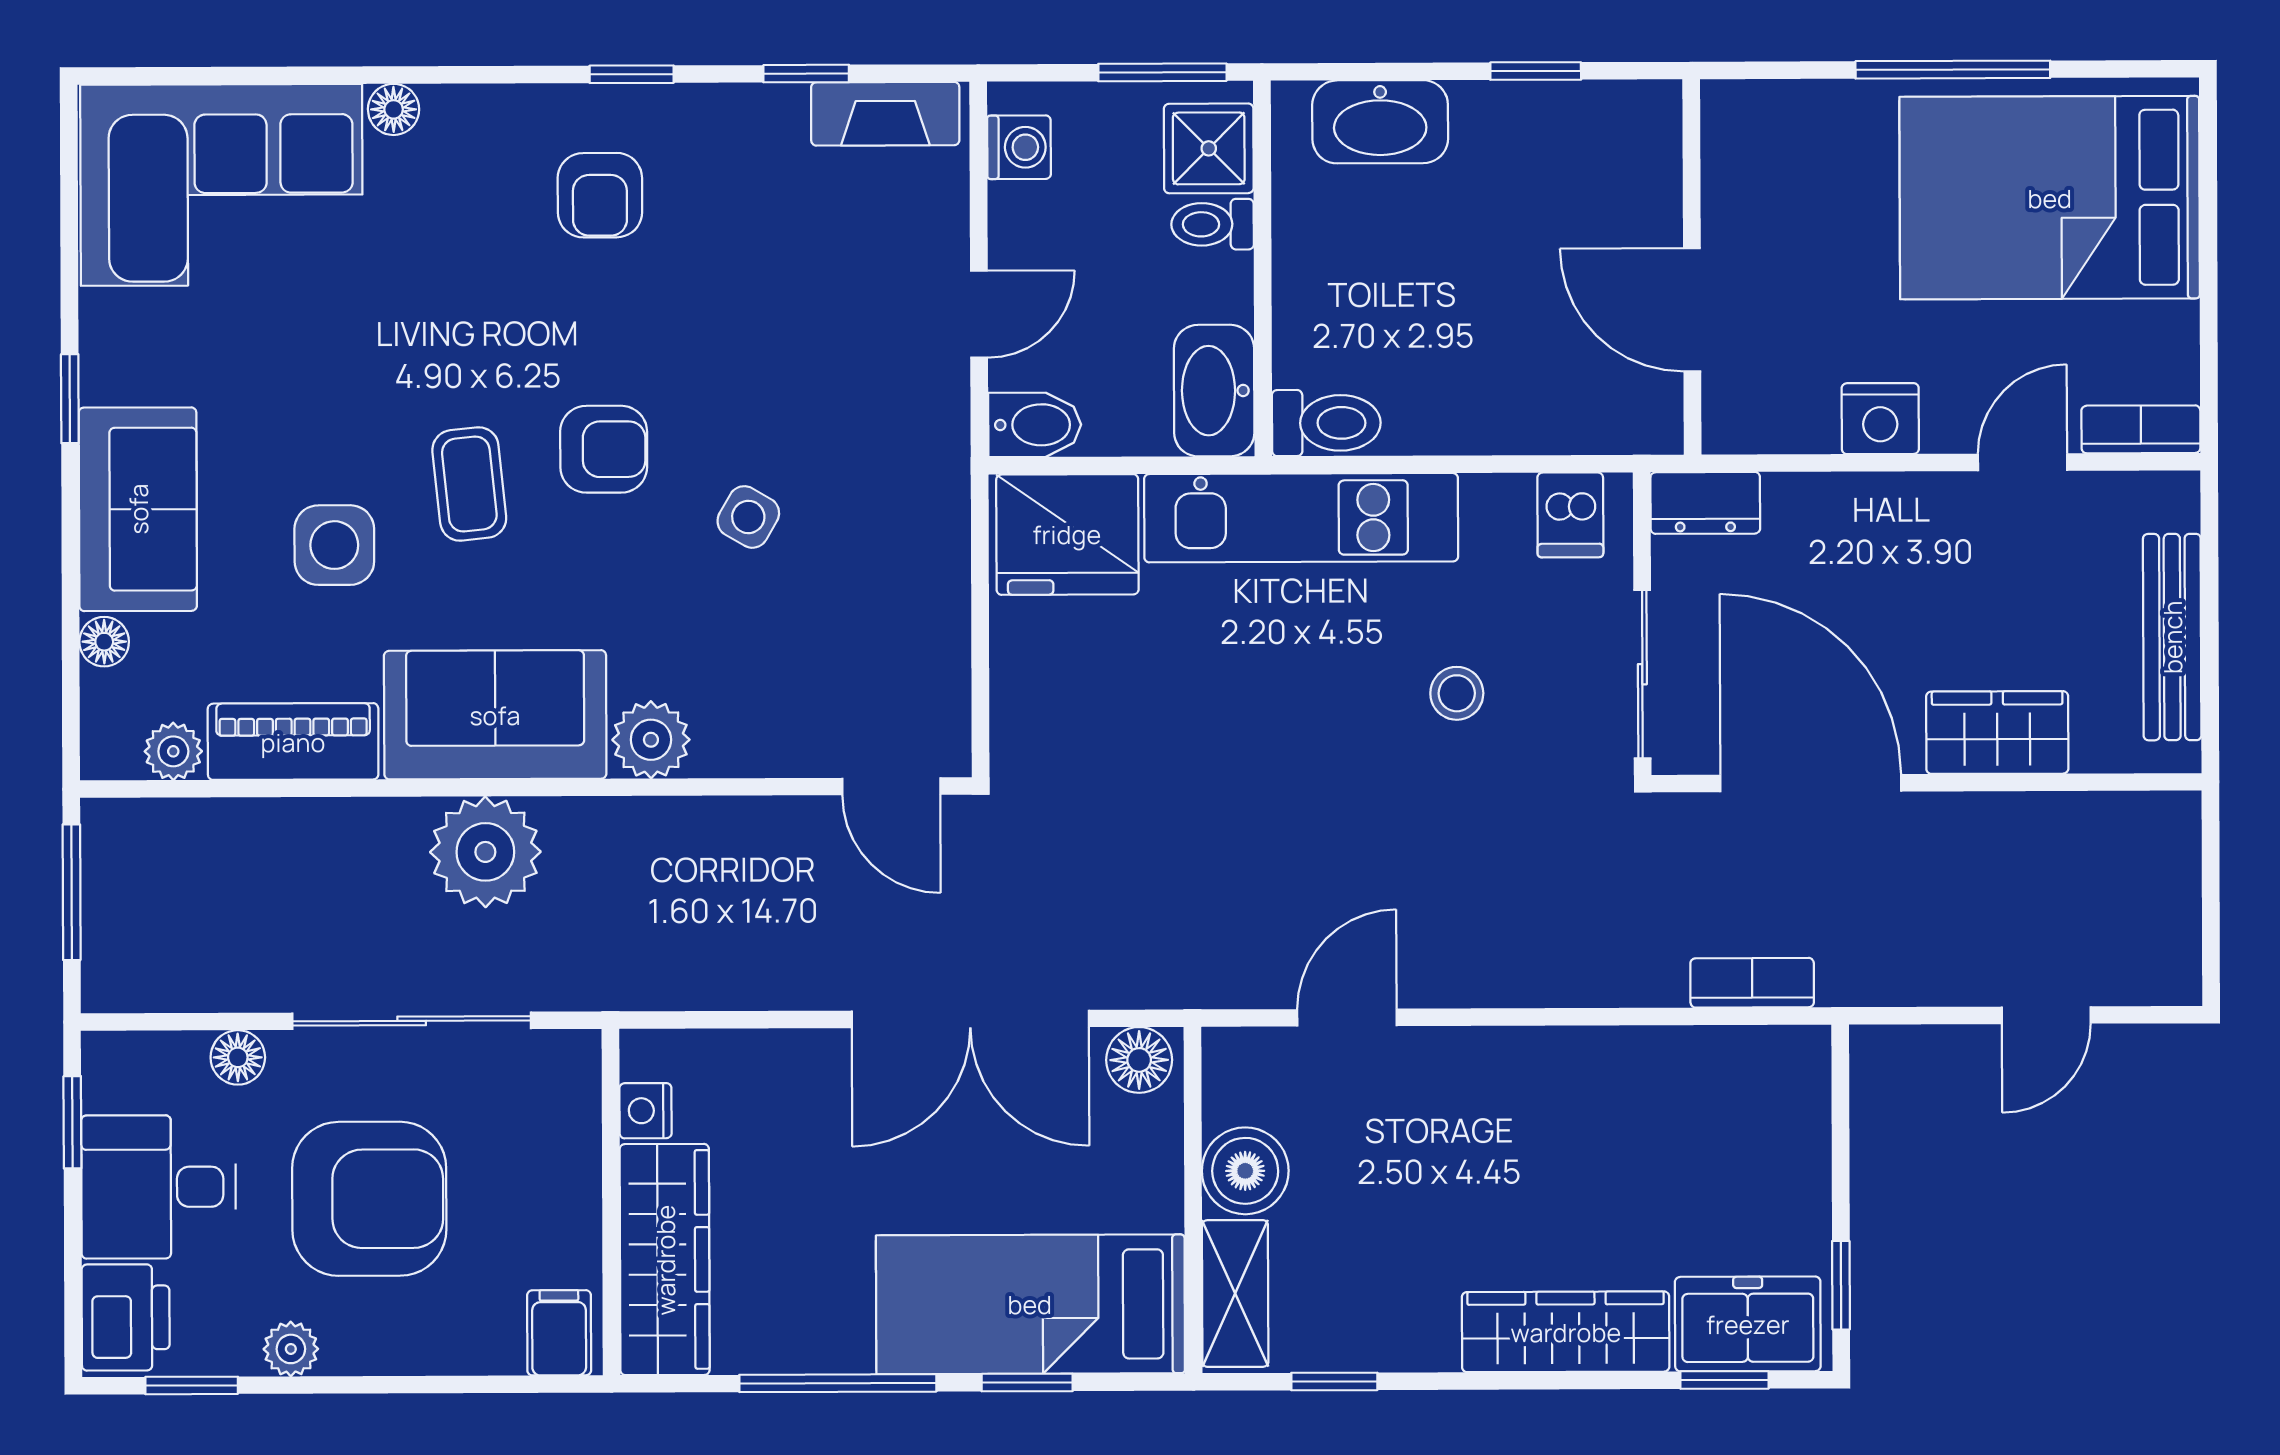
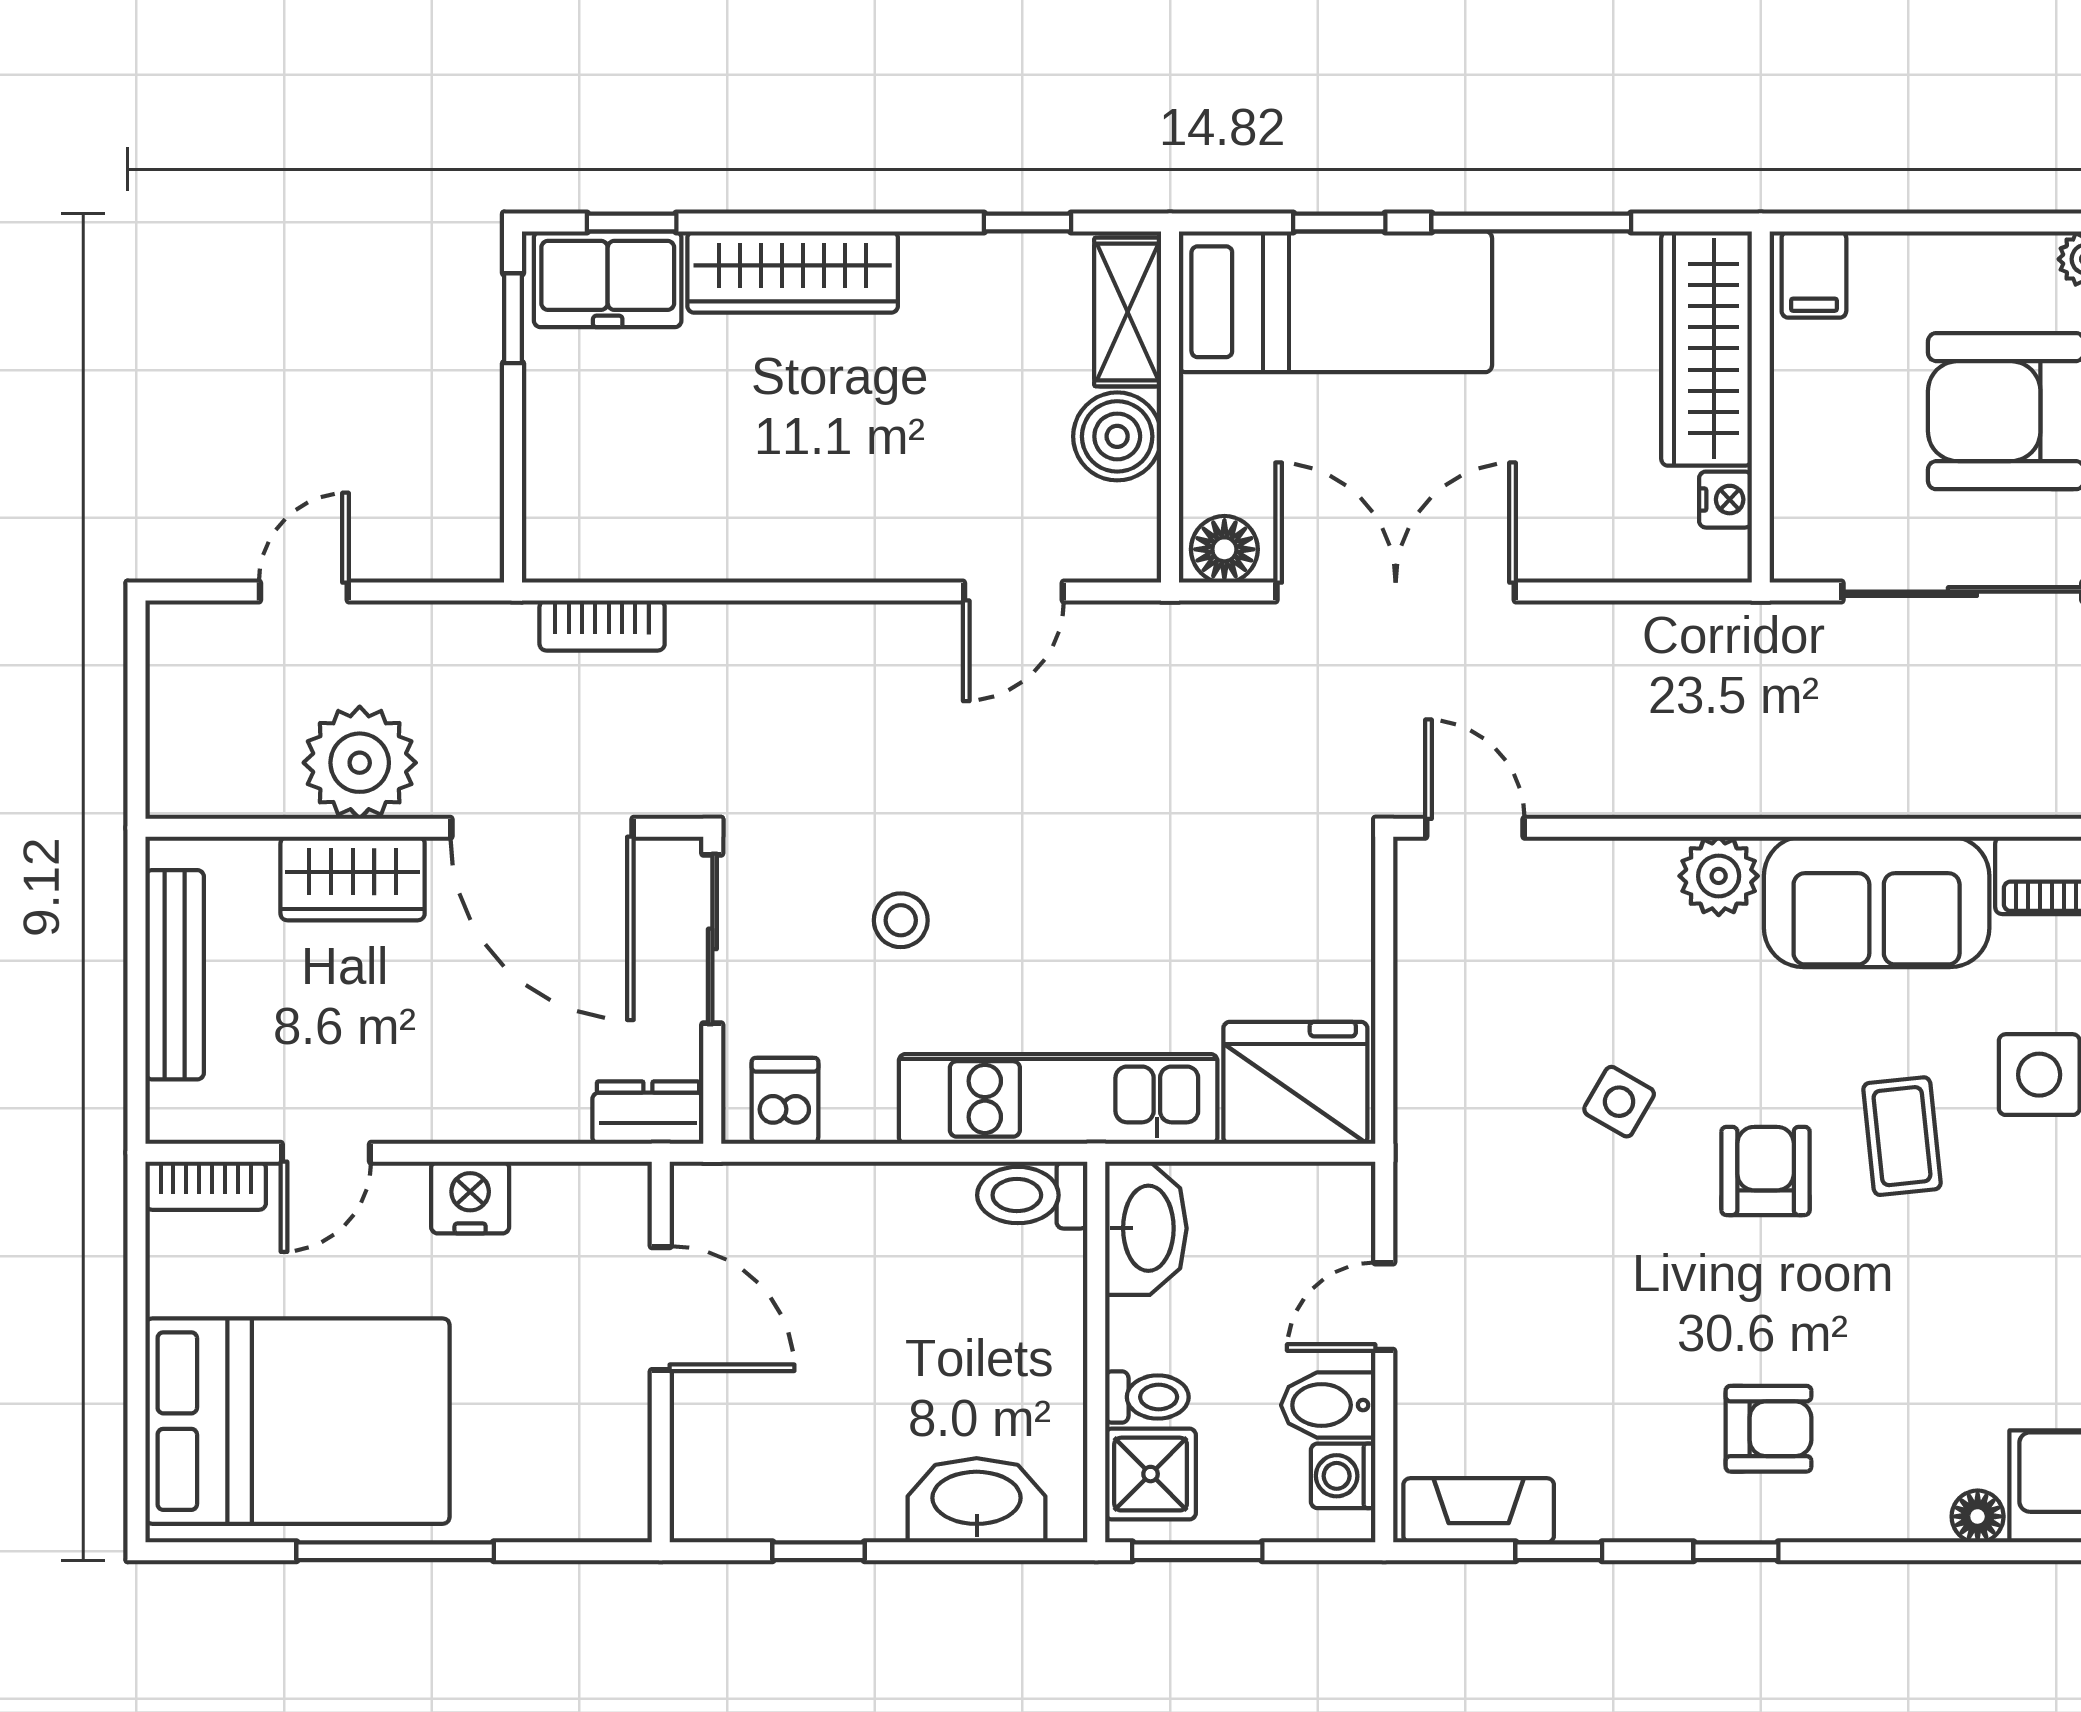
armchair: (600, 195) -> (1768, 1429), turned 90
bidet: (1035, 425) -> (1328, 1405), moved
armchair: (604, 449) -> (1766, 1171), turned 90
plant: (485, 852) -> (360, 763), moved

